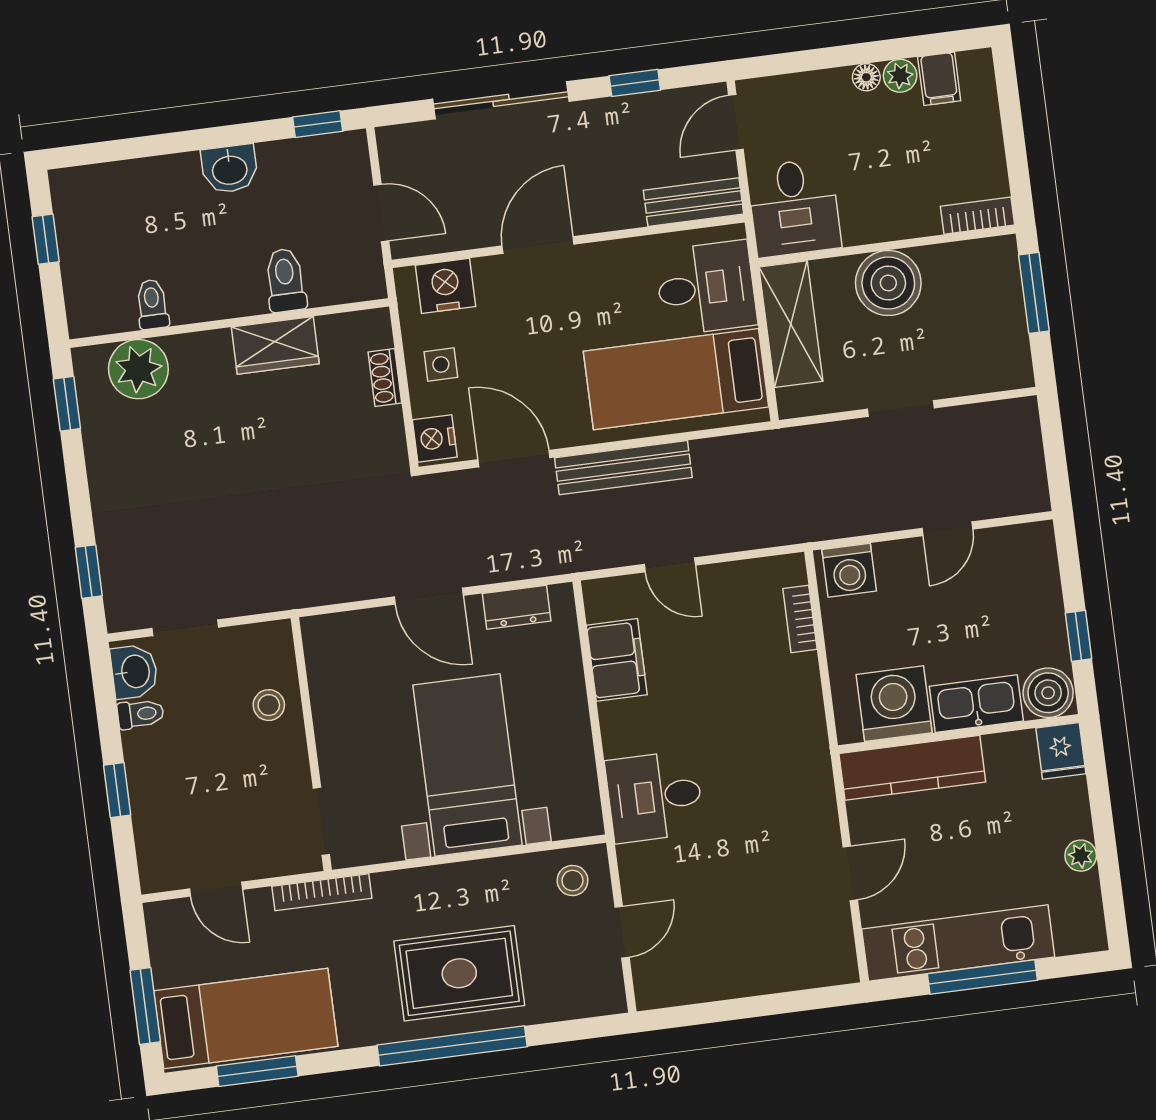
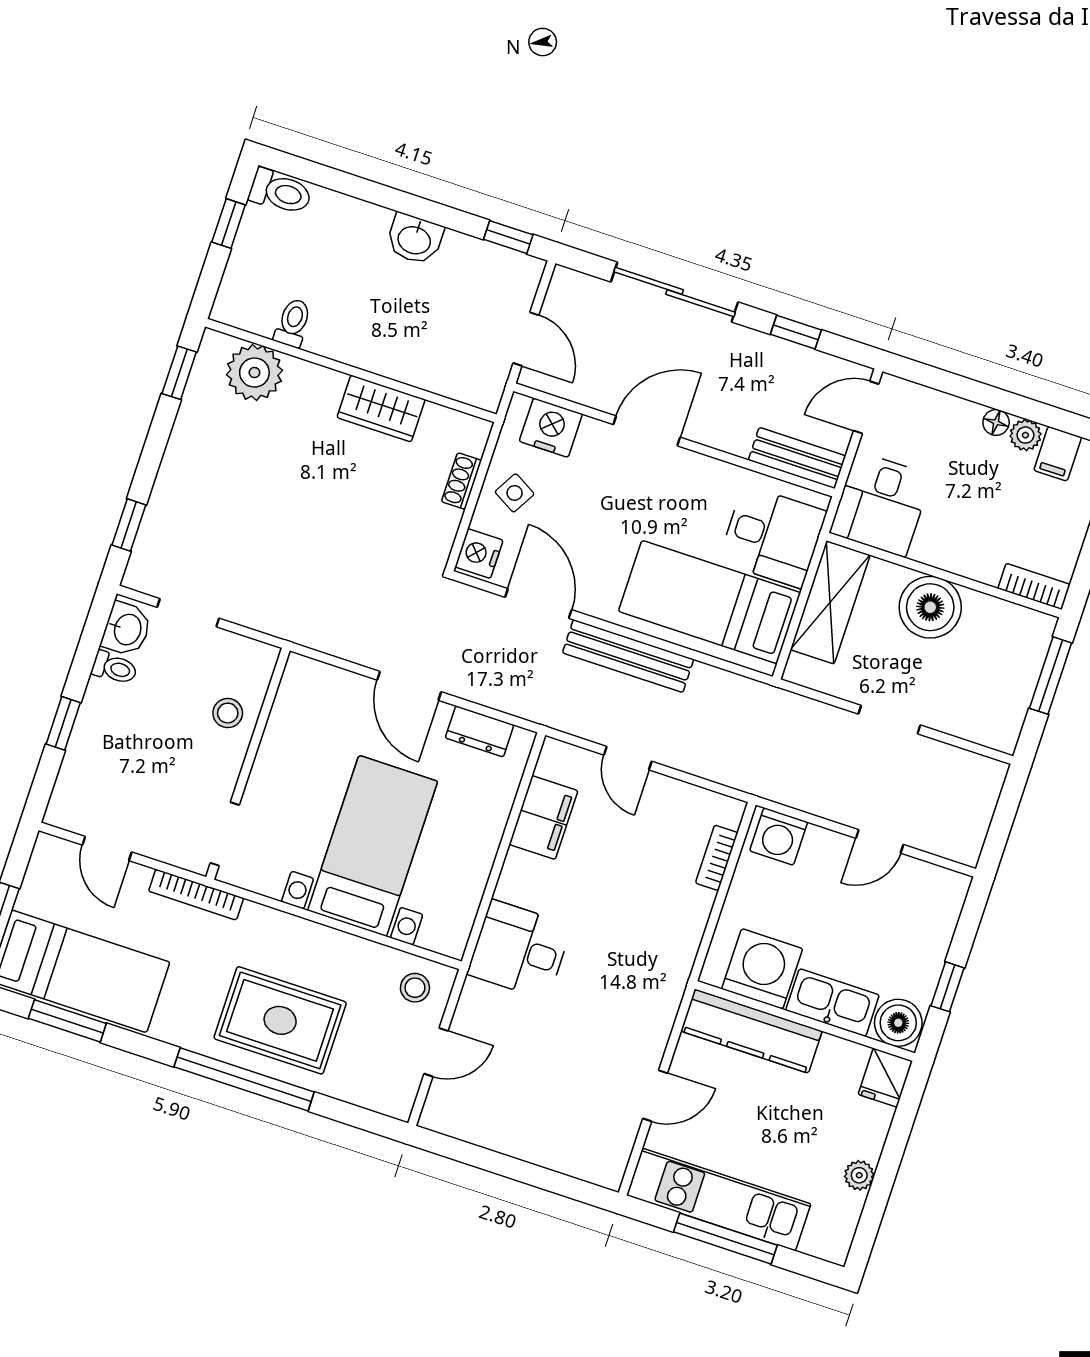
toilet: (285, 280) -> (280, 192), moved, turned 90
side table: (441, 364) -> (515, 493), turned 30

